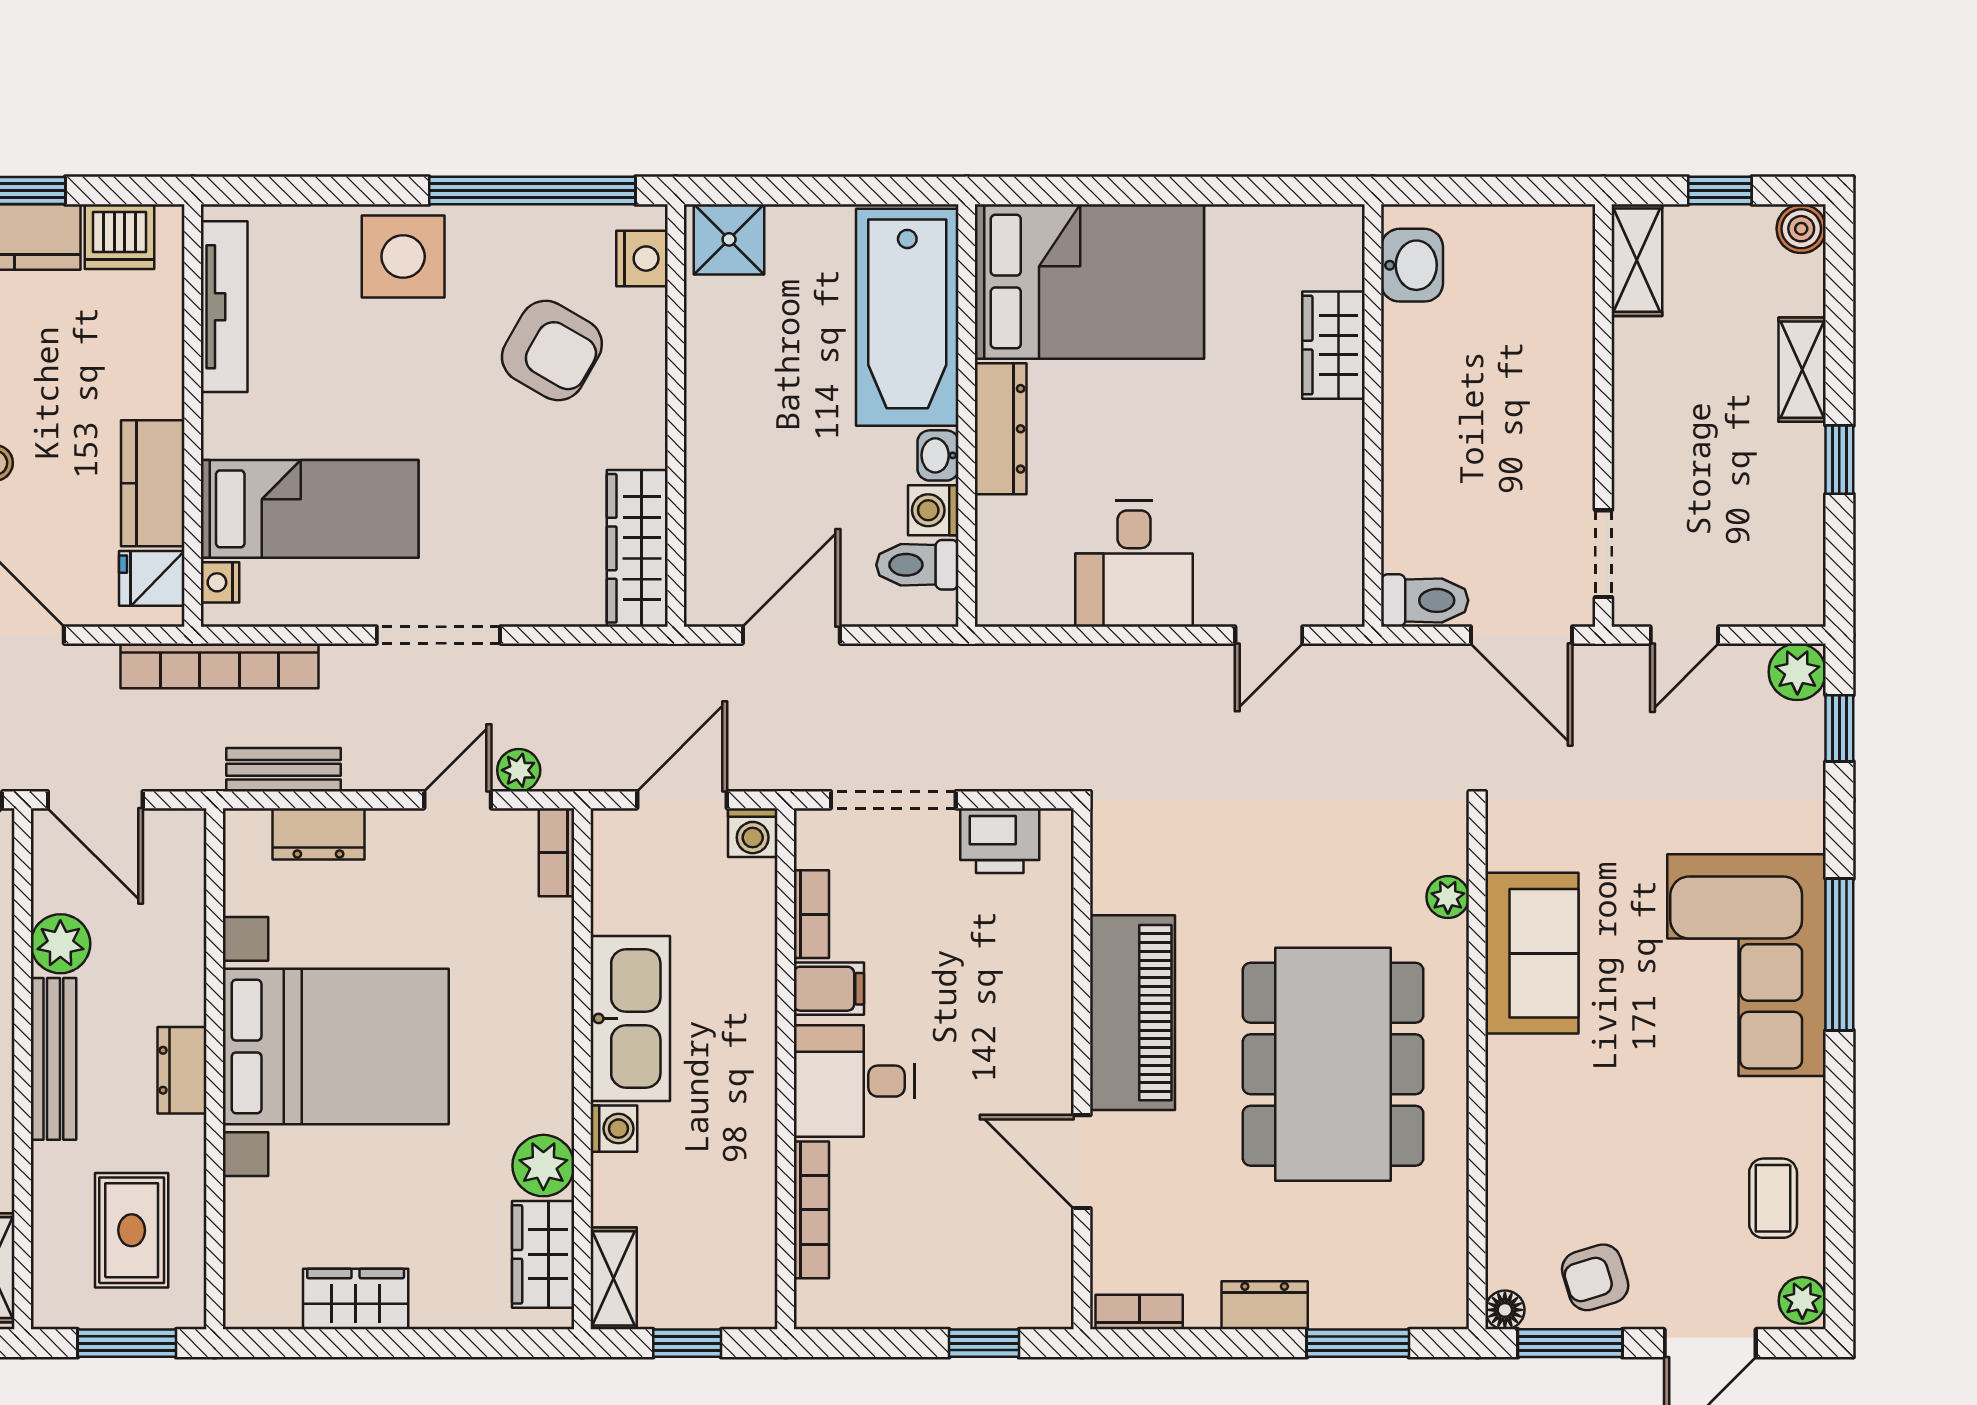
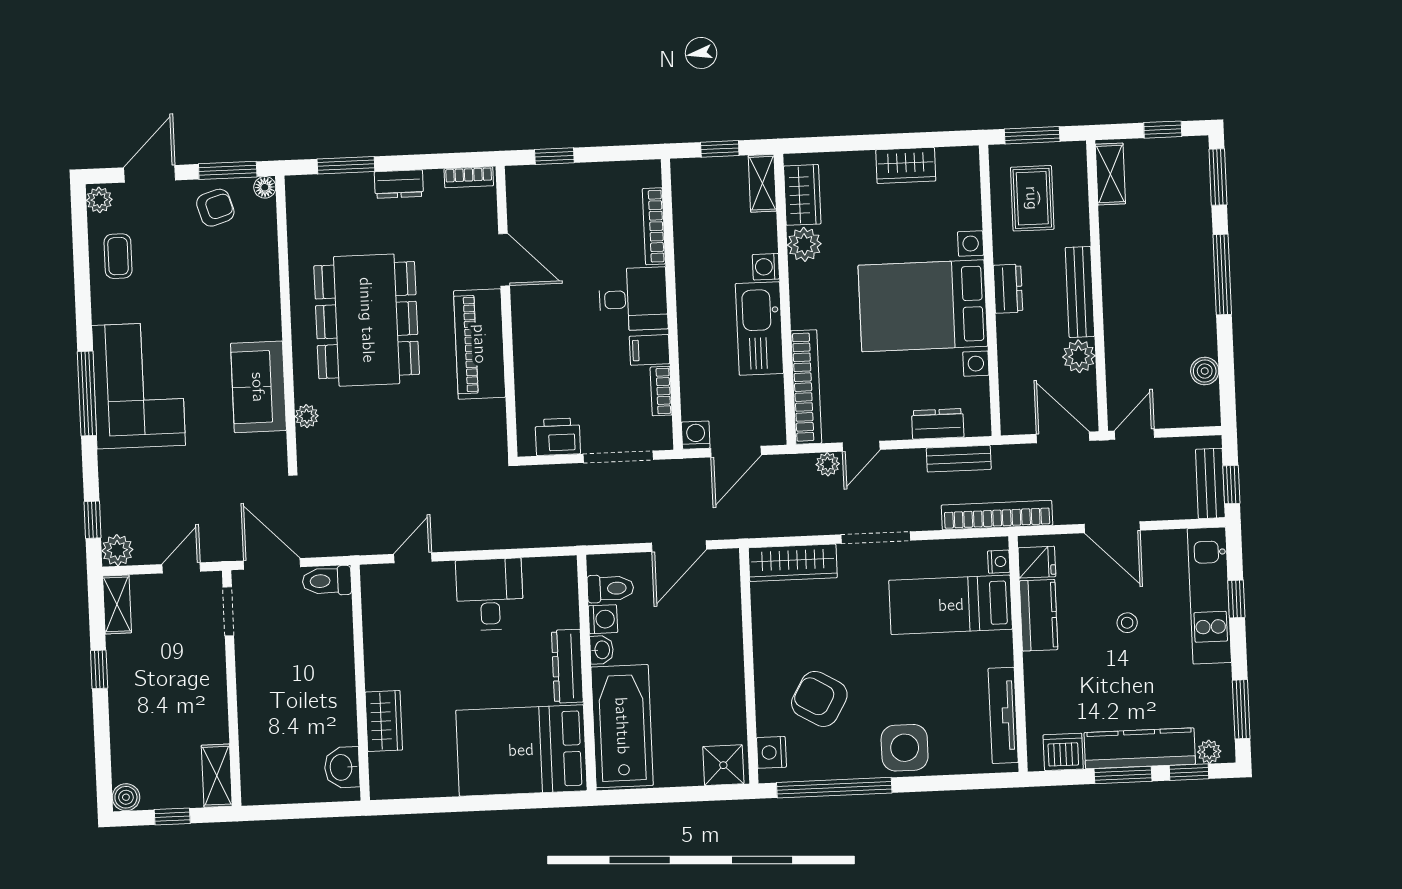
shelving: (1802, 370) -> (117, 604), moved
wardrobe: (637, 548) -> (793, 563), moved, turned 90
bookcase: (557, 852) -> (806, 387), width x2.31, depth x1.31

